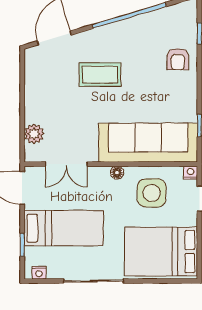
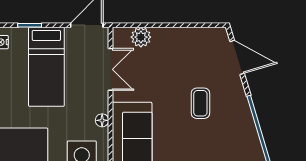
coffee table: (100, 75) -> (200, 103), width x0.73, depth x0.77
double door: (66, 164) -> (111, 69), swing flipped

